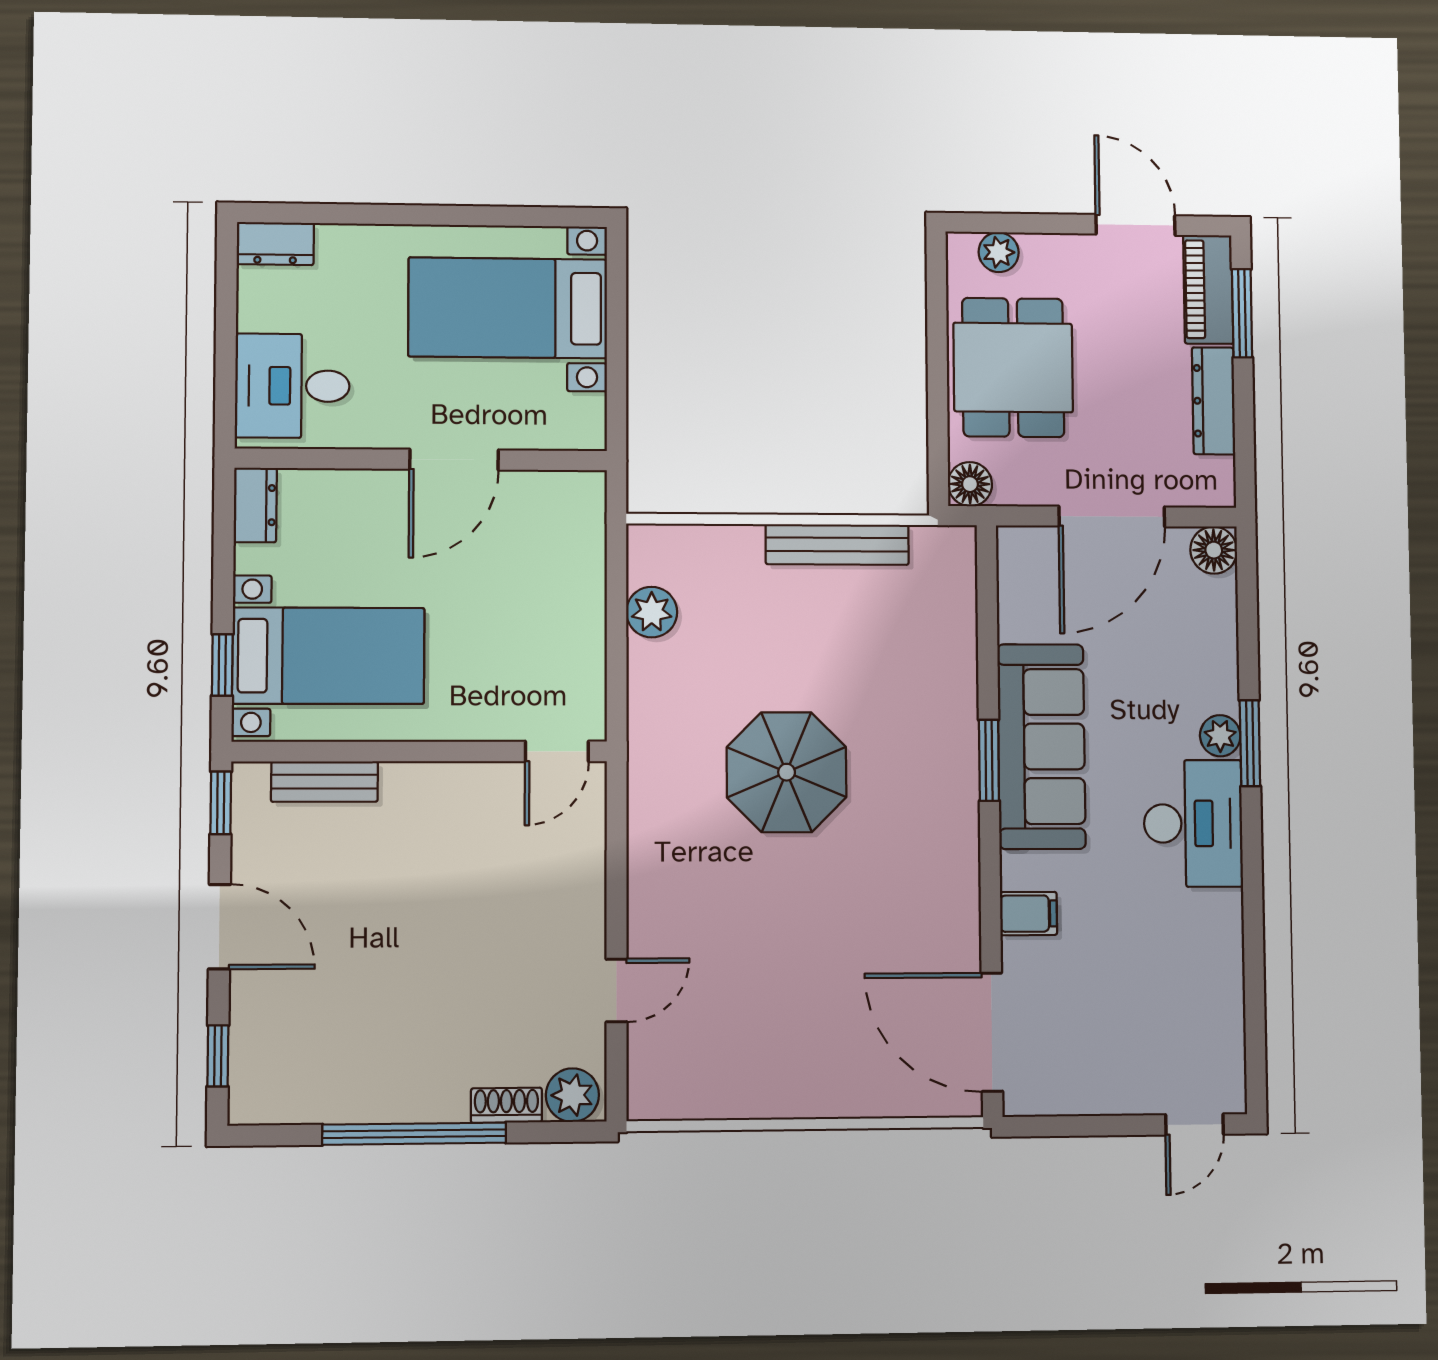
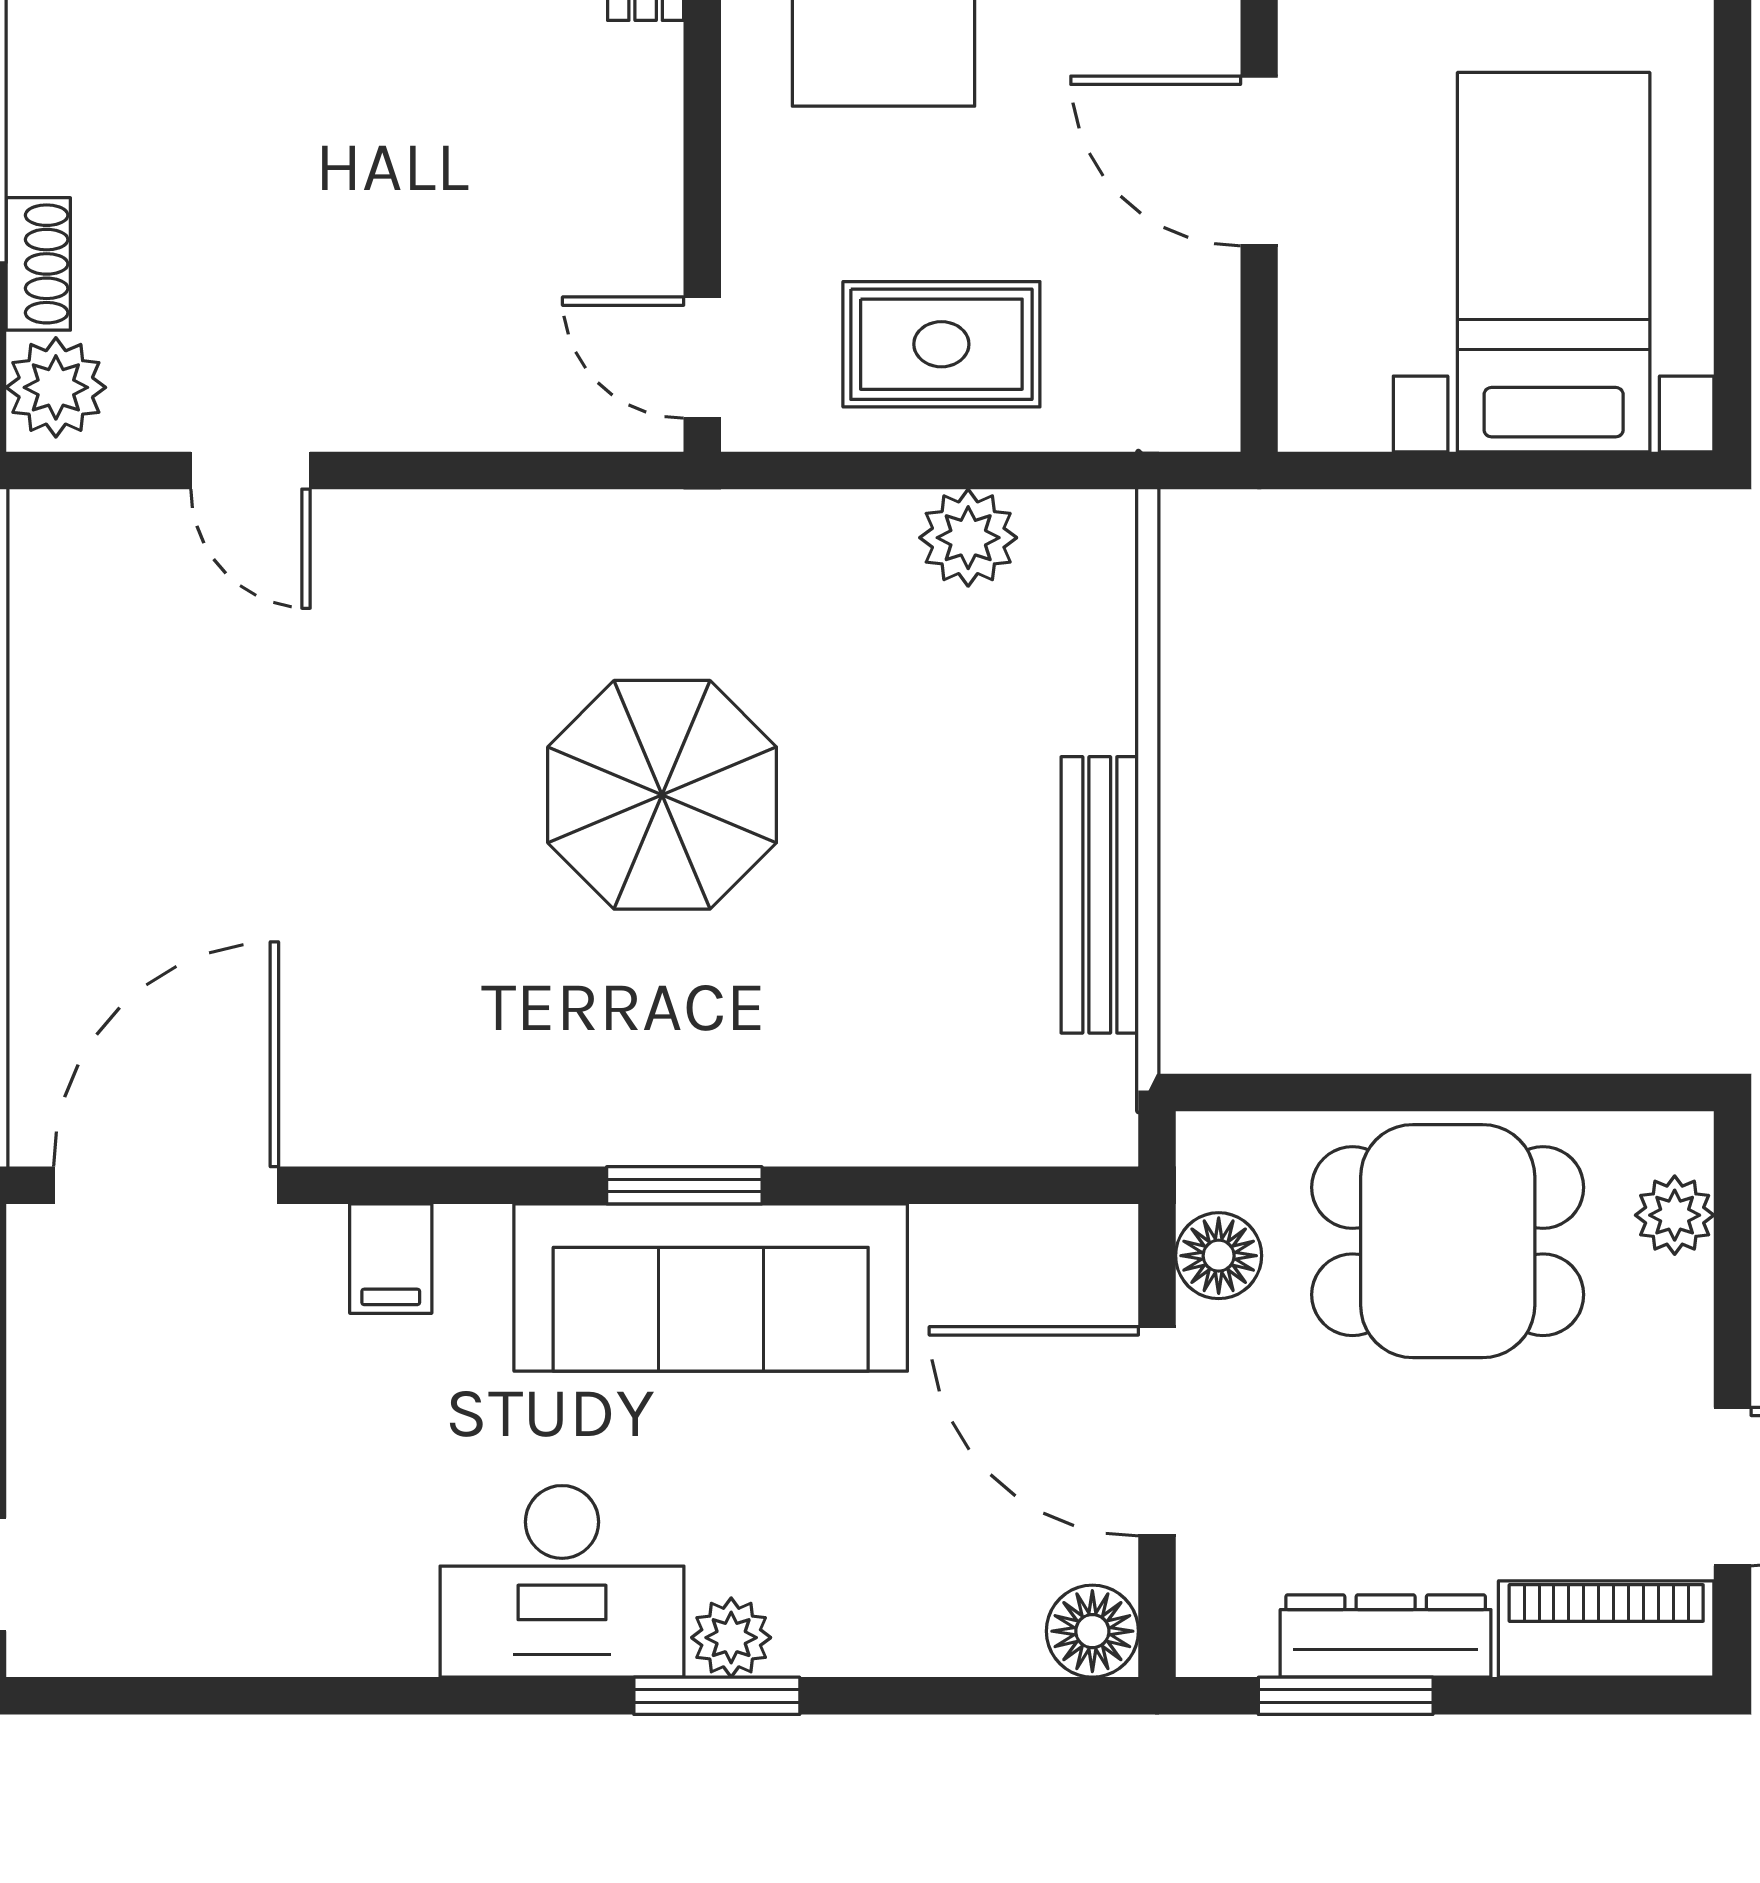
window: (1242, 313) -> (1346, 1696), moved
floor lamp: (970, 484) -> (1219, 1256), moved
rug: (550, 626) -> (941, 344), added

